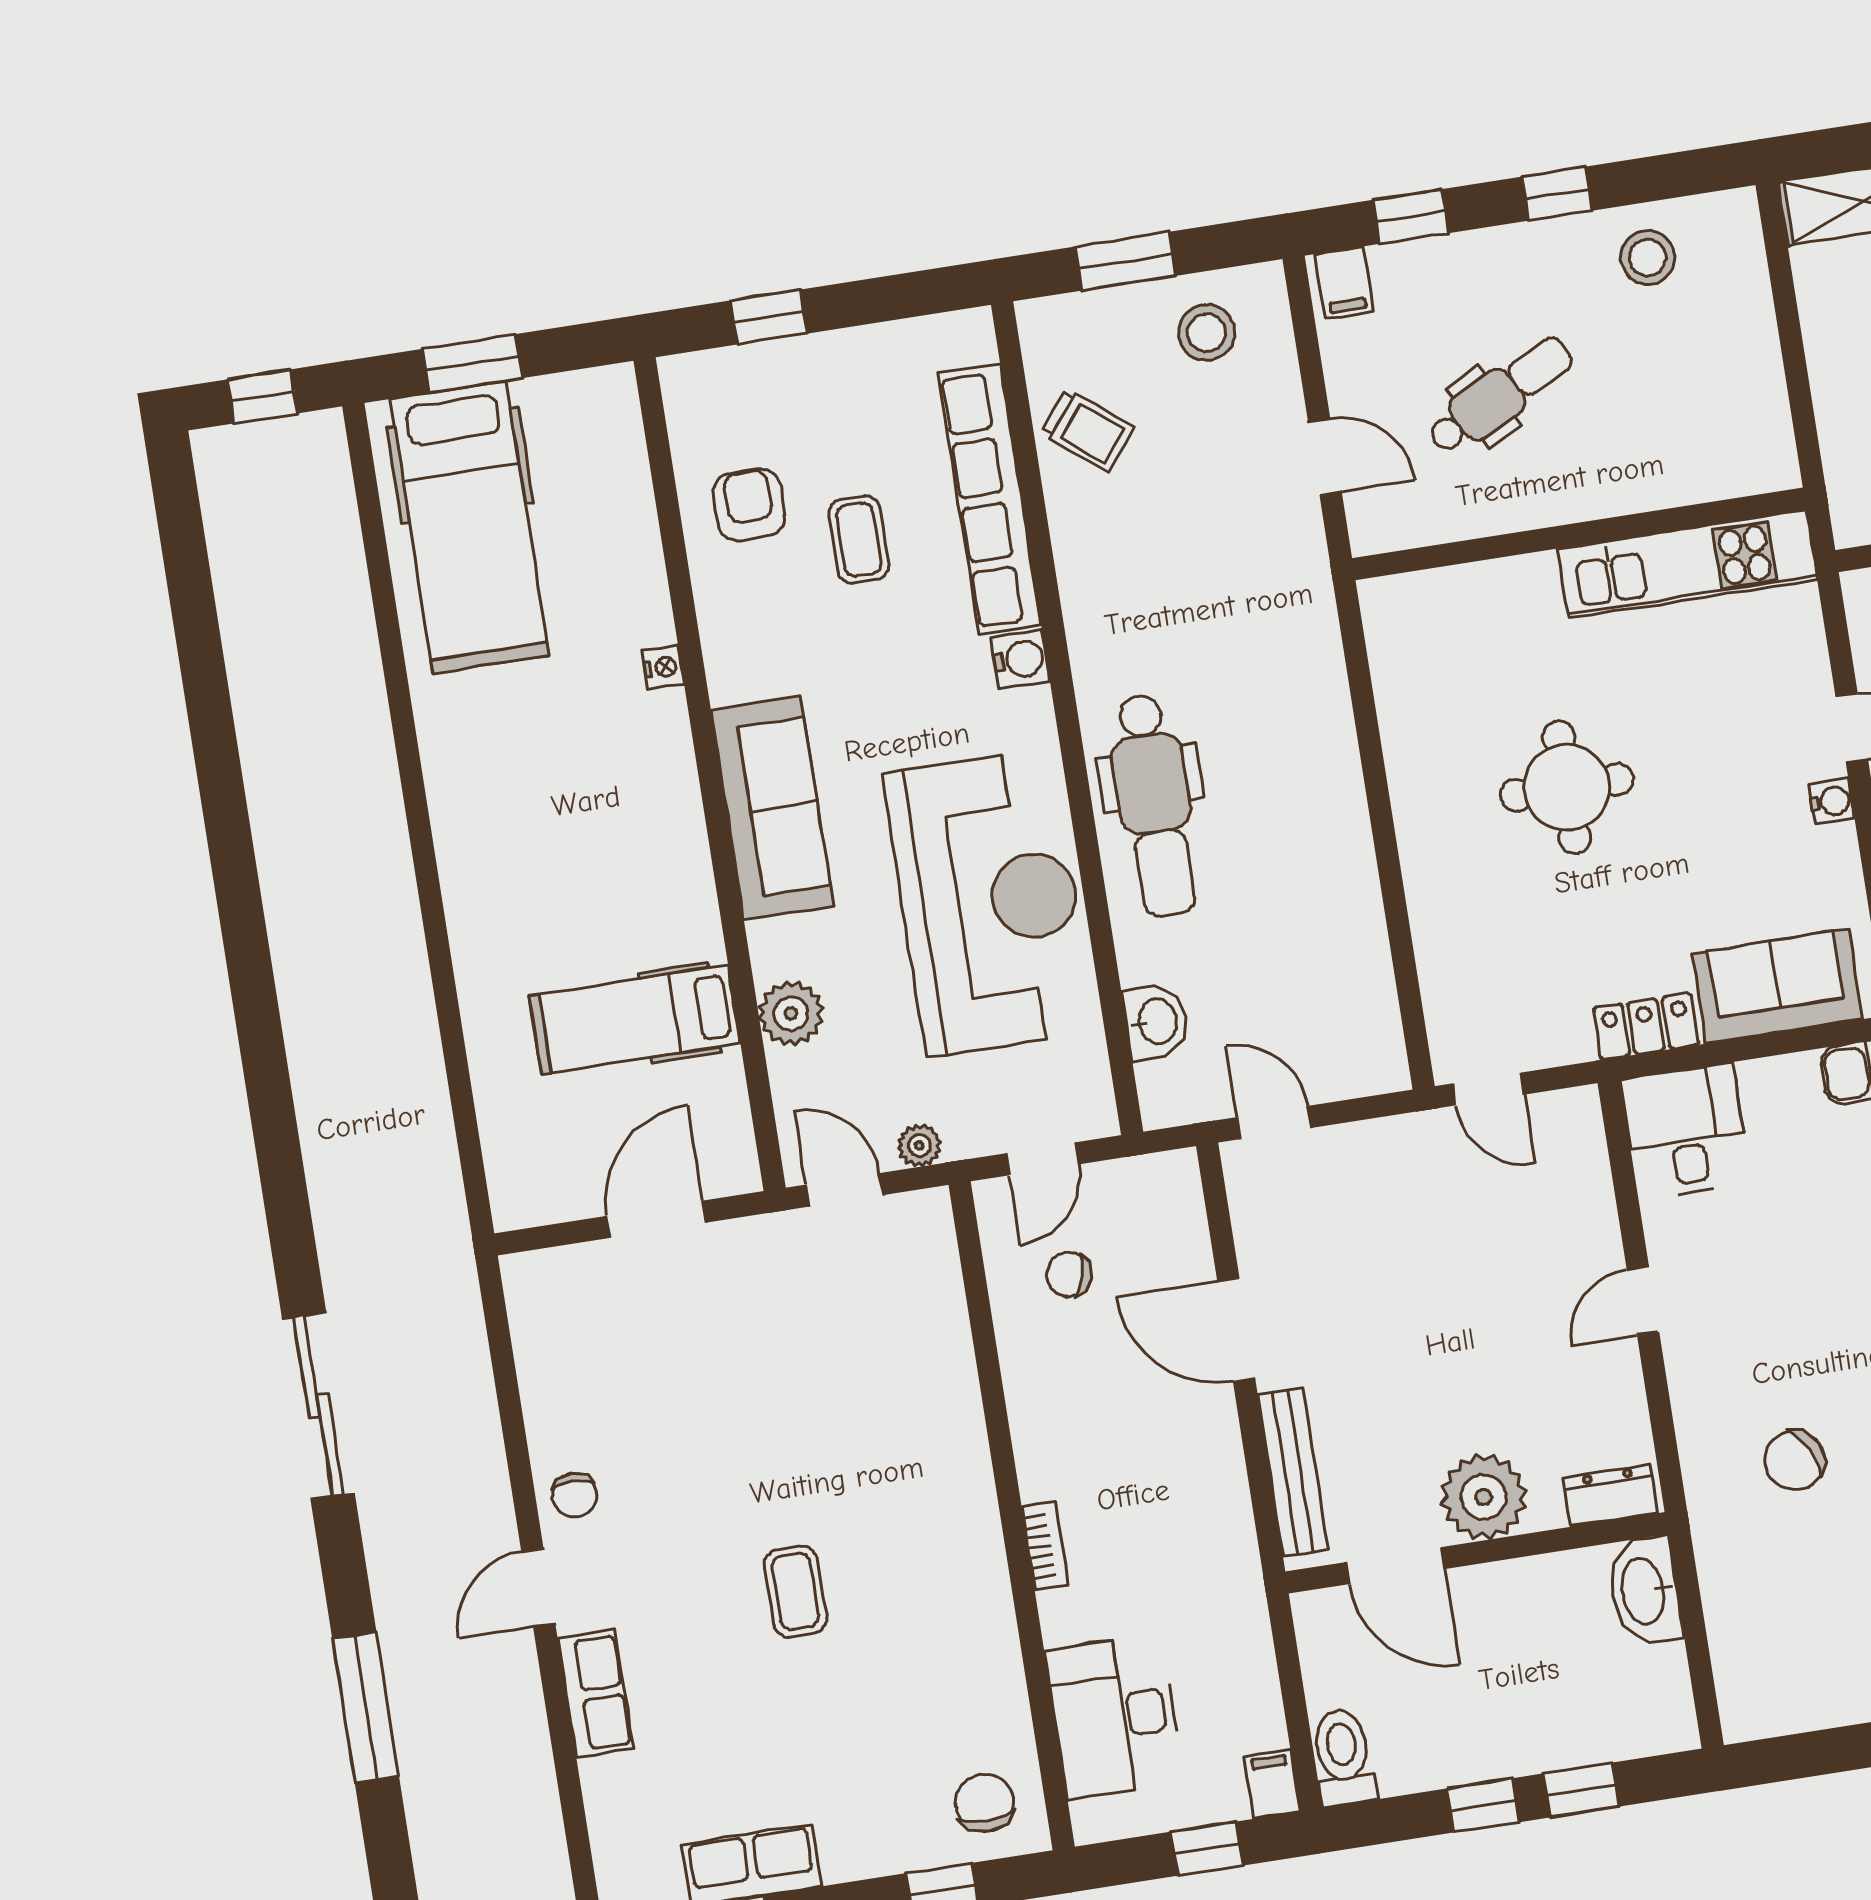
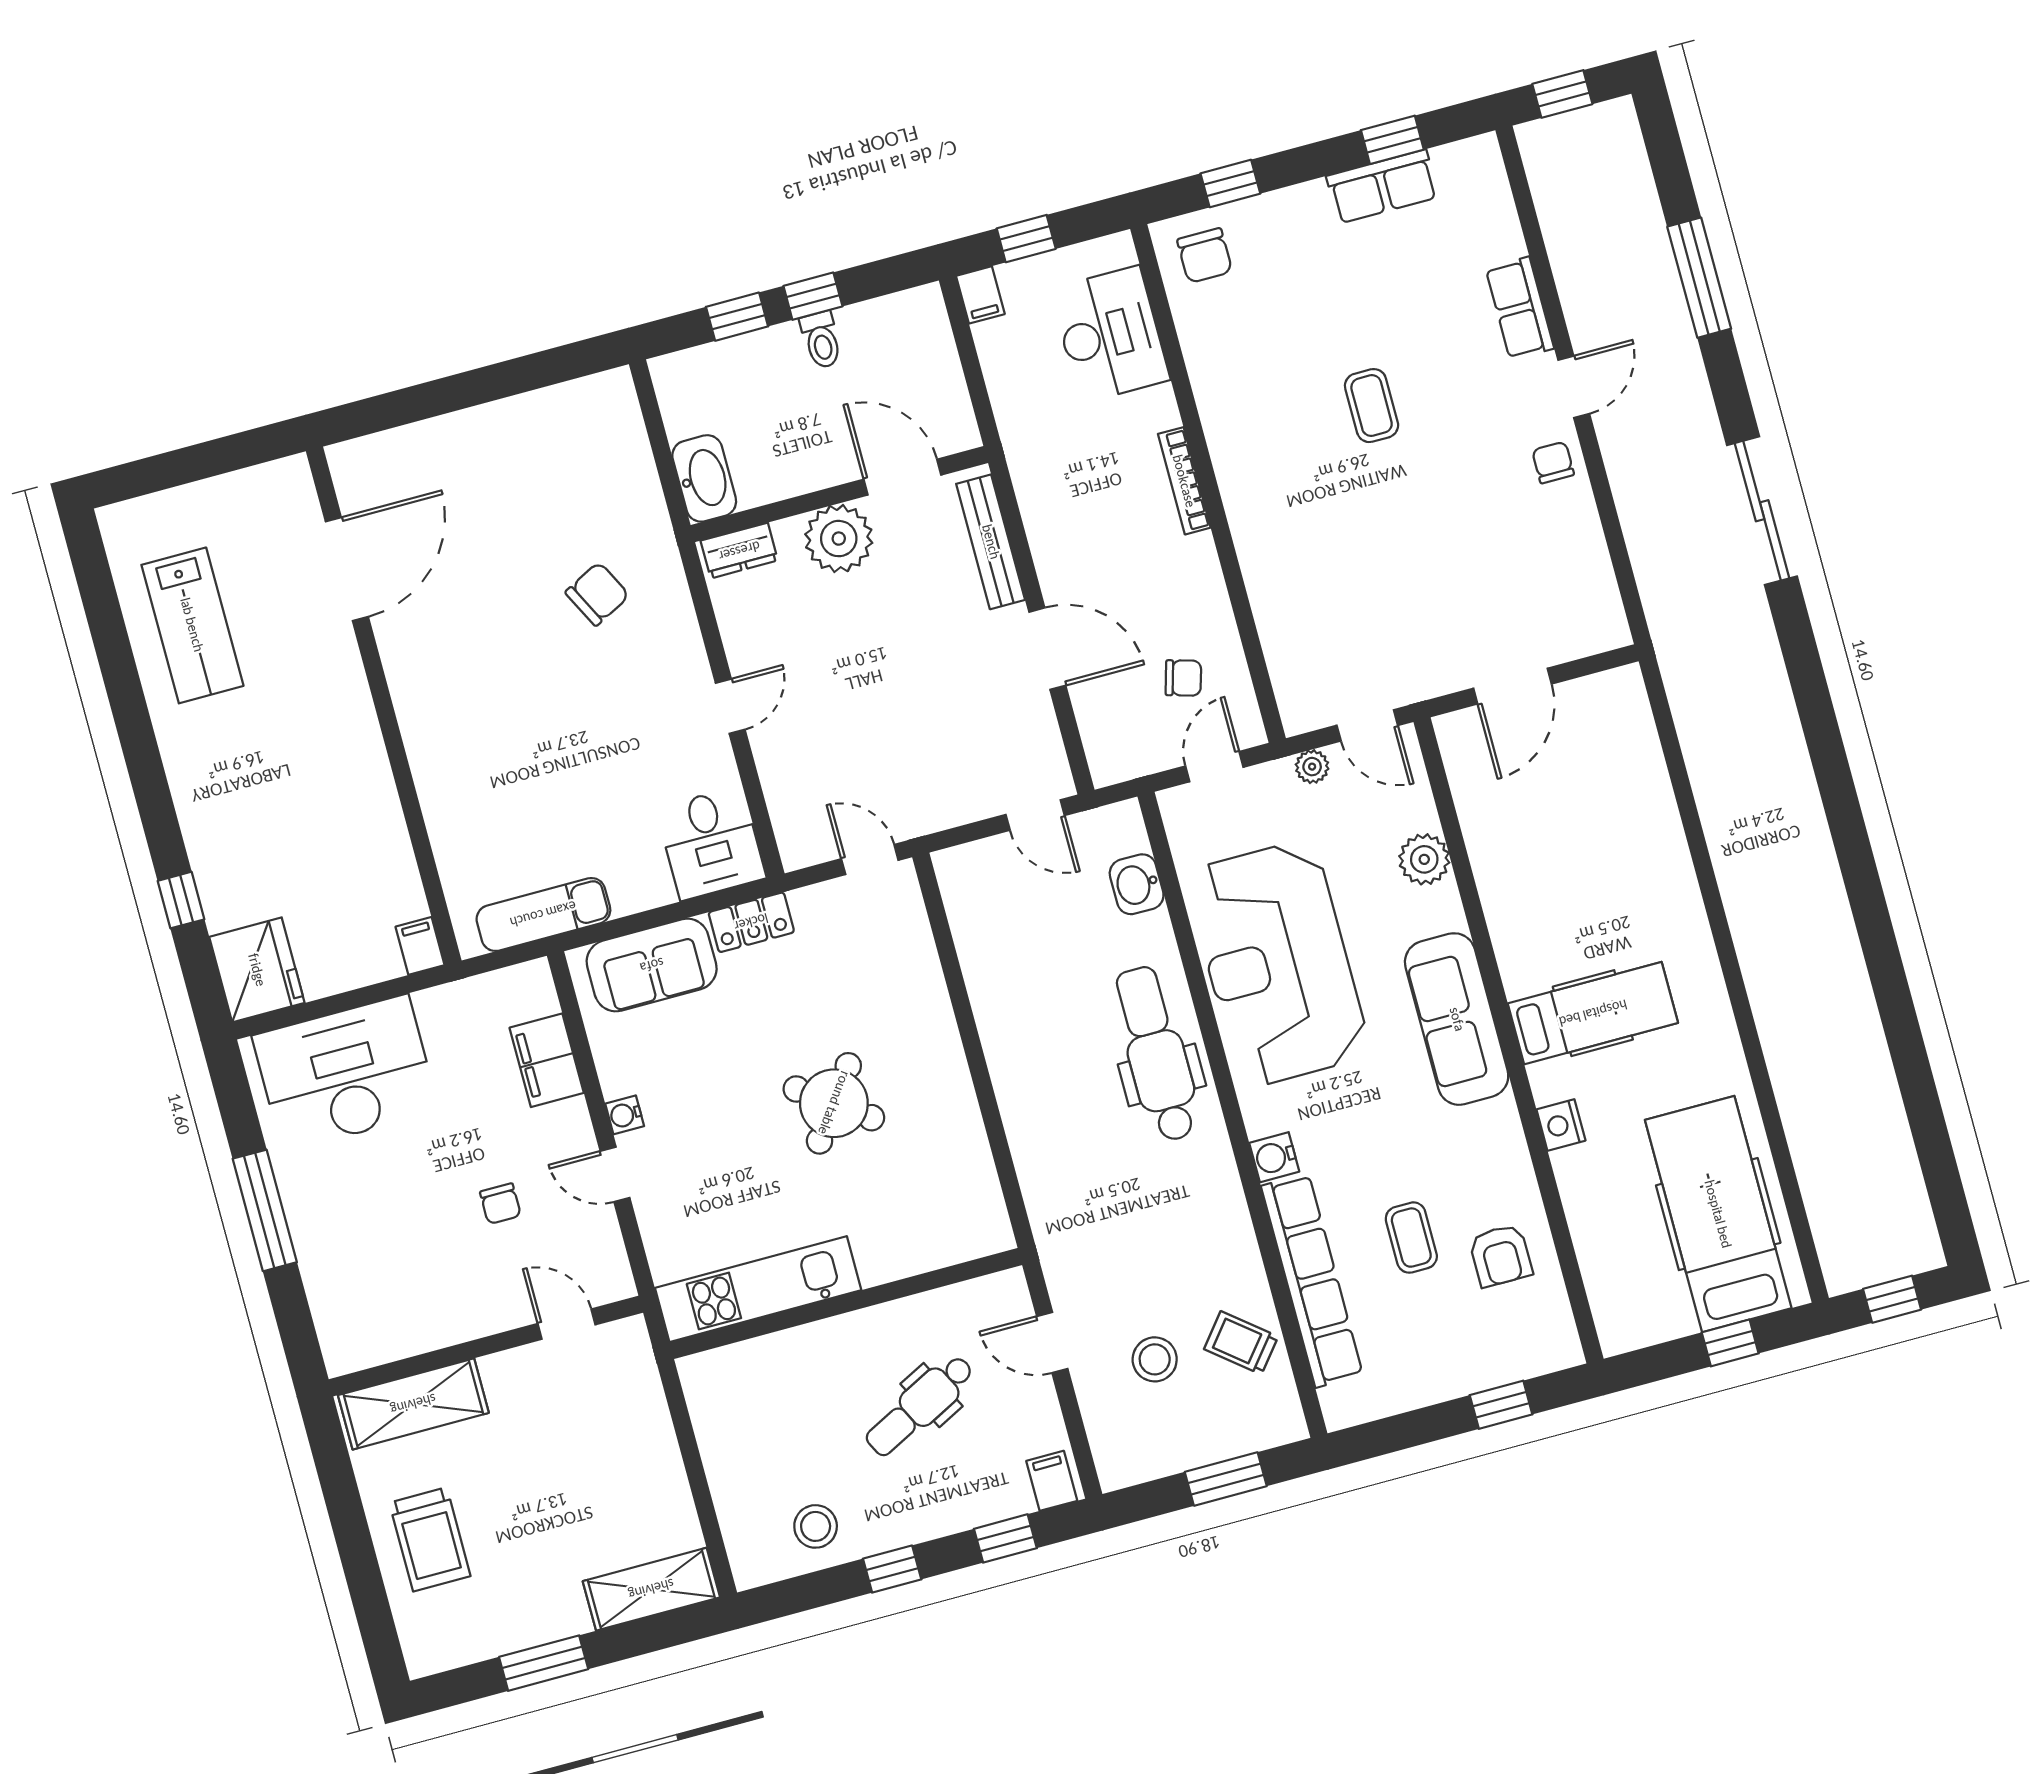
stool: (1207, 333) -> (1155, 1359), moved
window: (472, 363) -> (1730, 1343), width x0.67
nightstand: (663, 667) -> (1561, 1125), width x1.39, depth x1.35
round table: (1567, 787) -> (834, 1103), turned 36
hospital bed: (635, 1020) -> (1593, 1013), moved
bookcase: (1045, 1546) -> (1184, 481), width x1.56
toilet: (1343, 1757) -> (821, 340), moved, width x0.73, depth x0.72

